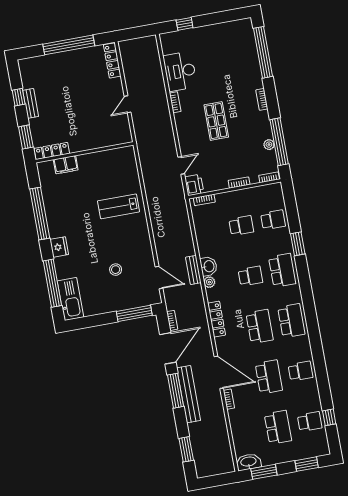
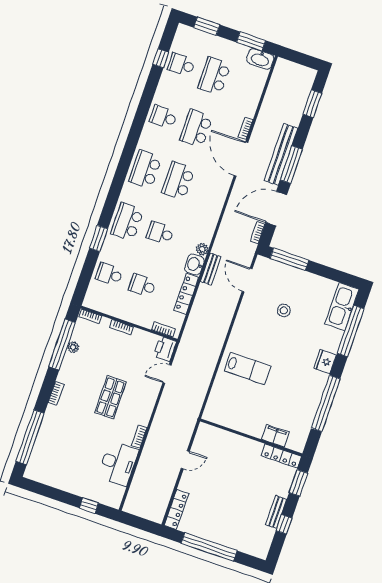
locker: (217, 319) -> (186, 294), moved

